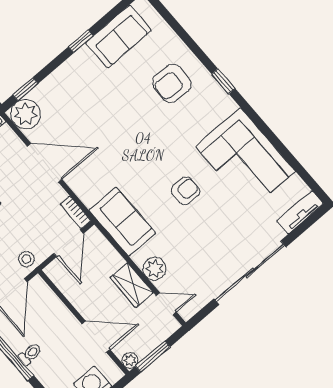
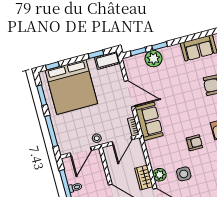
window: (81, 41) -> (160, 46), moved
plant: (25, 114) -> (153, 59), moved
sofa: (122, 222) -> (149, 121), moved
side table: (192, 249) -> (184, 174), added

